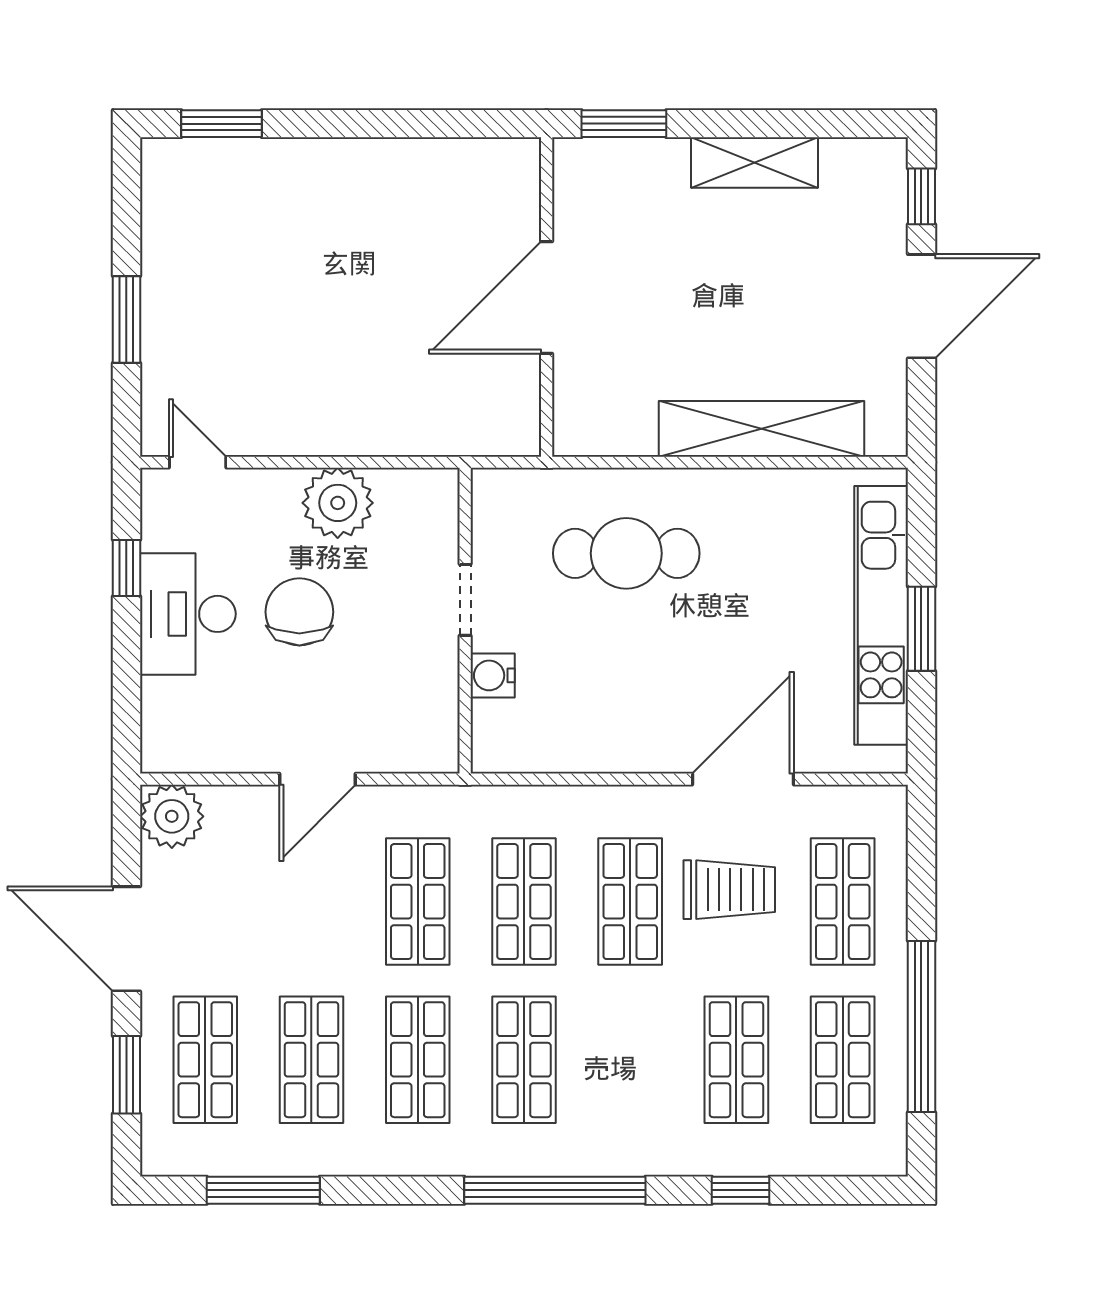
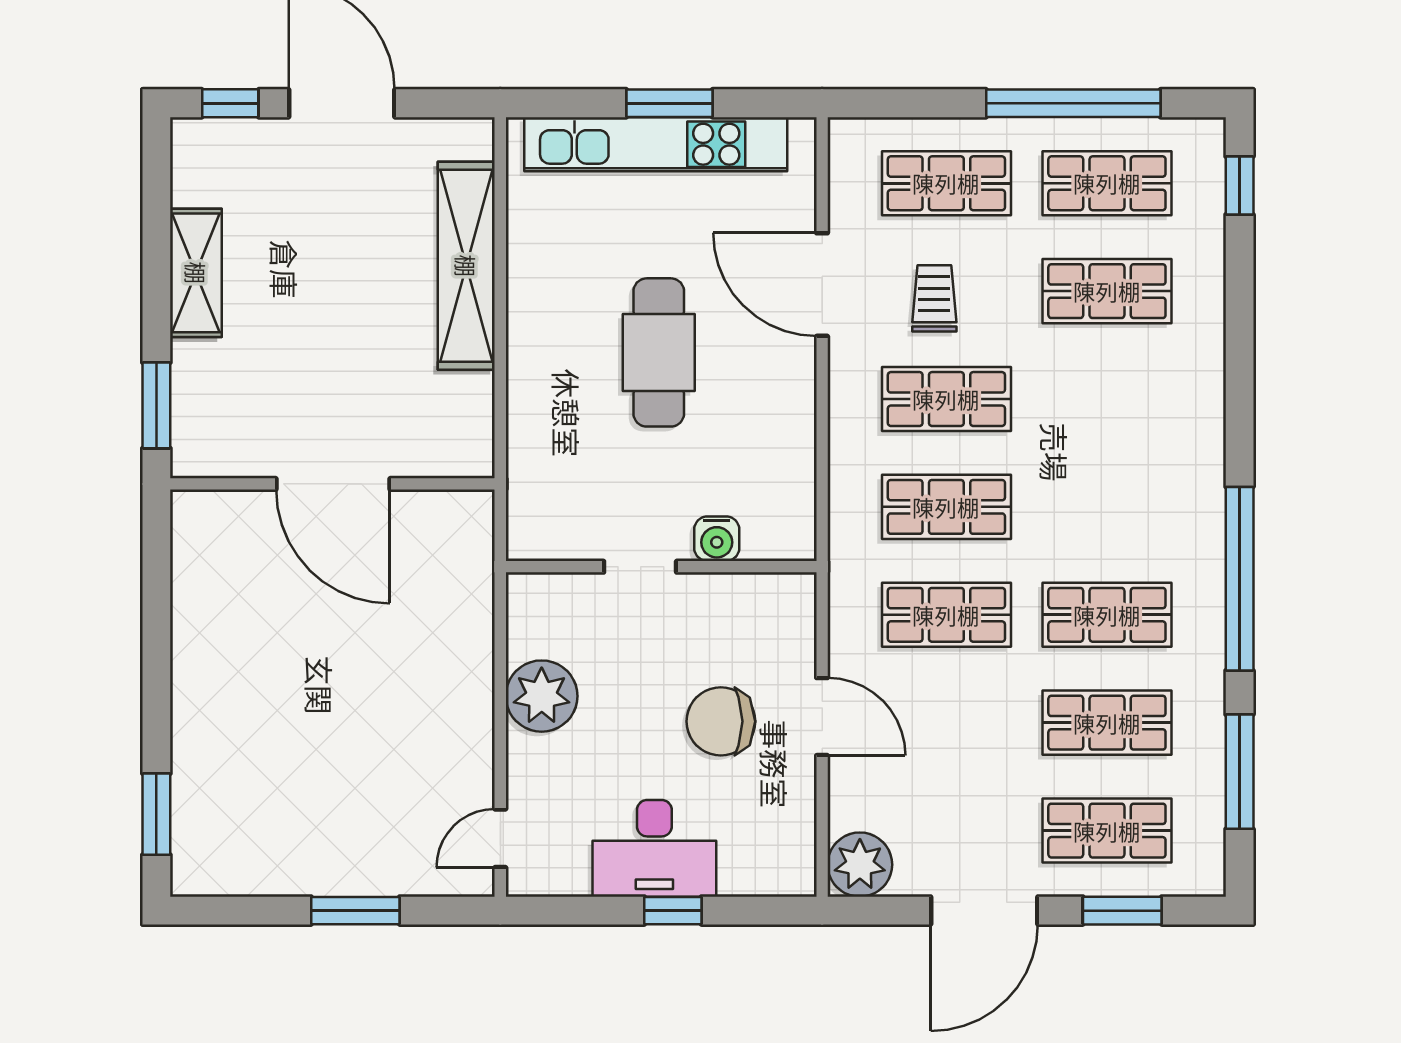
cafe table: (626, 553) -> (659, 352), moved
window: (126, 568) -> (673, 911), moved
chair: (299, 612) -> (721, 721), moved
trolley: (729, 890) -> (934, 298), width x0.73, depth x0.72
shop shelf: (524, 1060) -> (1107, 507), removed
window: (555, 1190) -> (1240, 579), moved
window: (741, 1190) -> (1240, 186), moved

